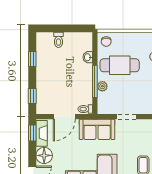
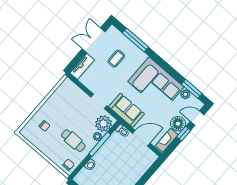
cafe table: (120, 65) -> (73, 141), width x0.73, depth x0.74
window: (32, 96) -> (151, 171), removed
plant: (107, 101) -> (104, 124), added
window: (32, 133) -> (184, 134), moved

